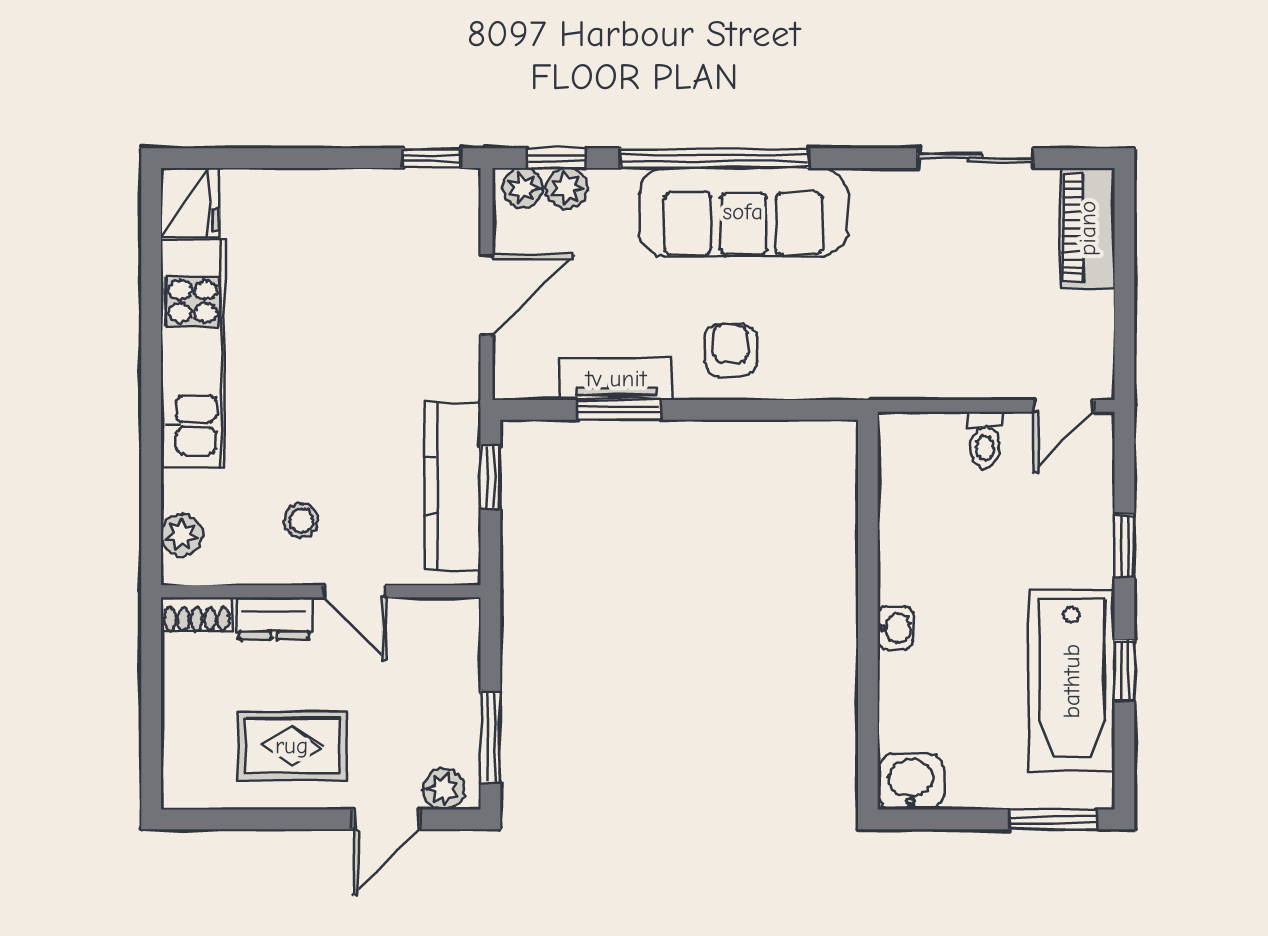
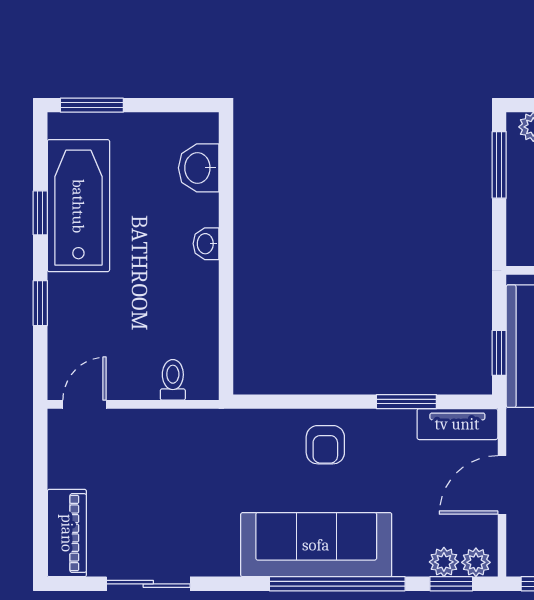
tv unit: (616, 379) -> (457, 424), moved
toilet: (985, 440) -> (173, 380), moved
washbasin: (911, 782) -> (199, 168), moved, turned 90

